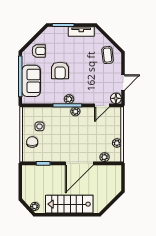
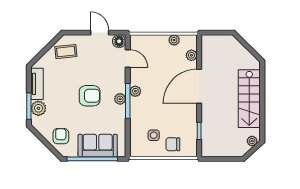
plant: (61, 33) -> (38, 108), added
armchair: (60, 71) -> (90, 96), moved
door: (79, 163) -> (199, 86), swing flipped

